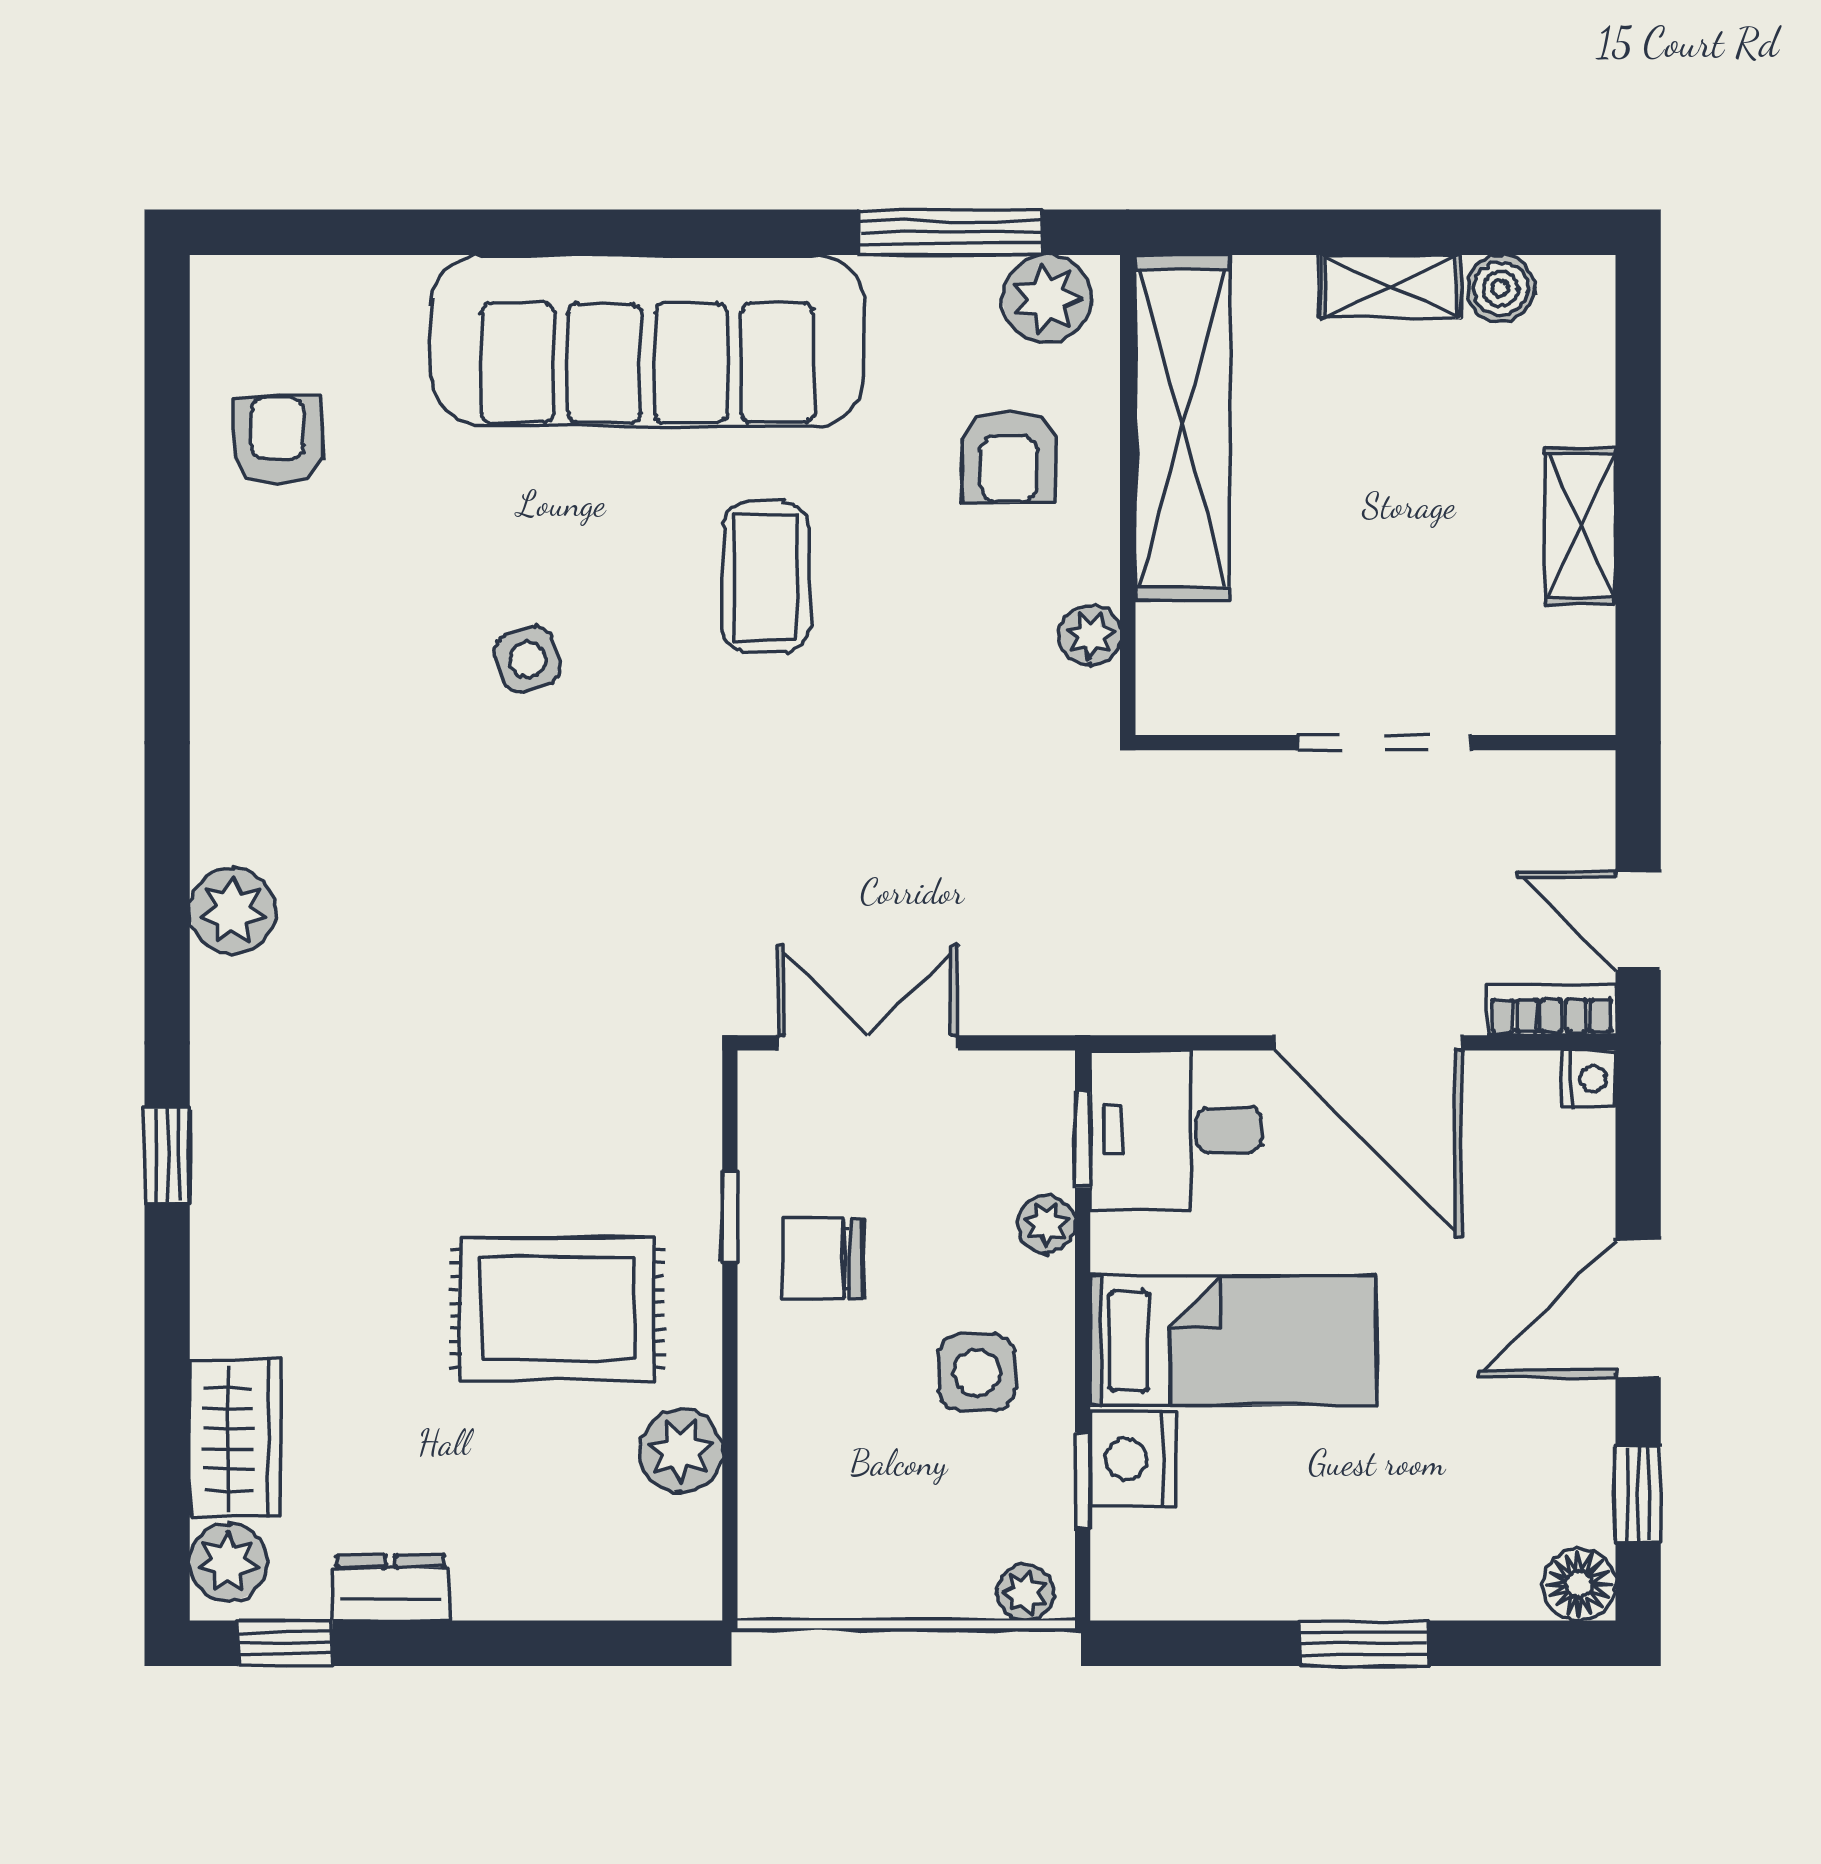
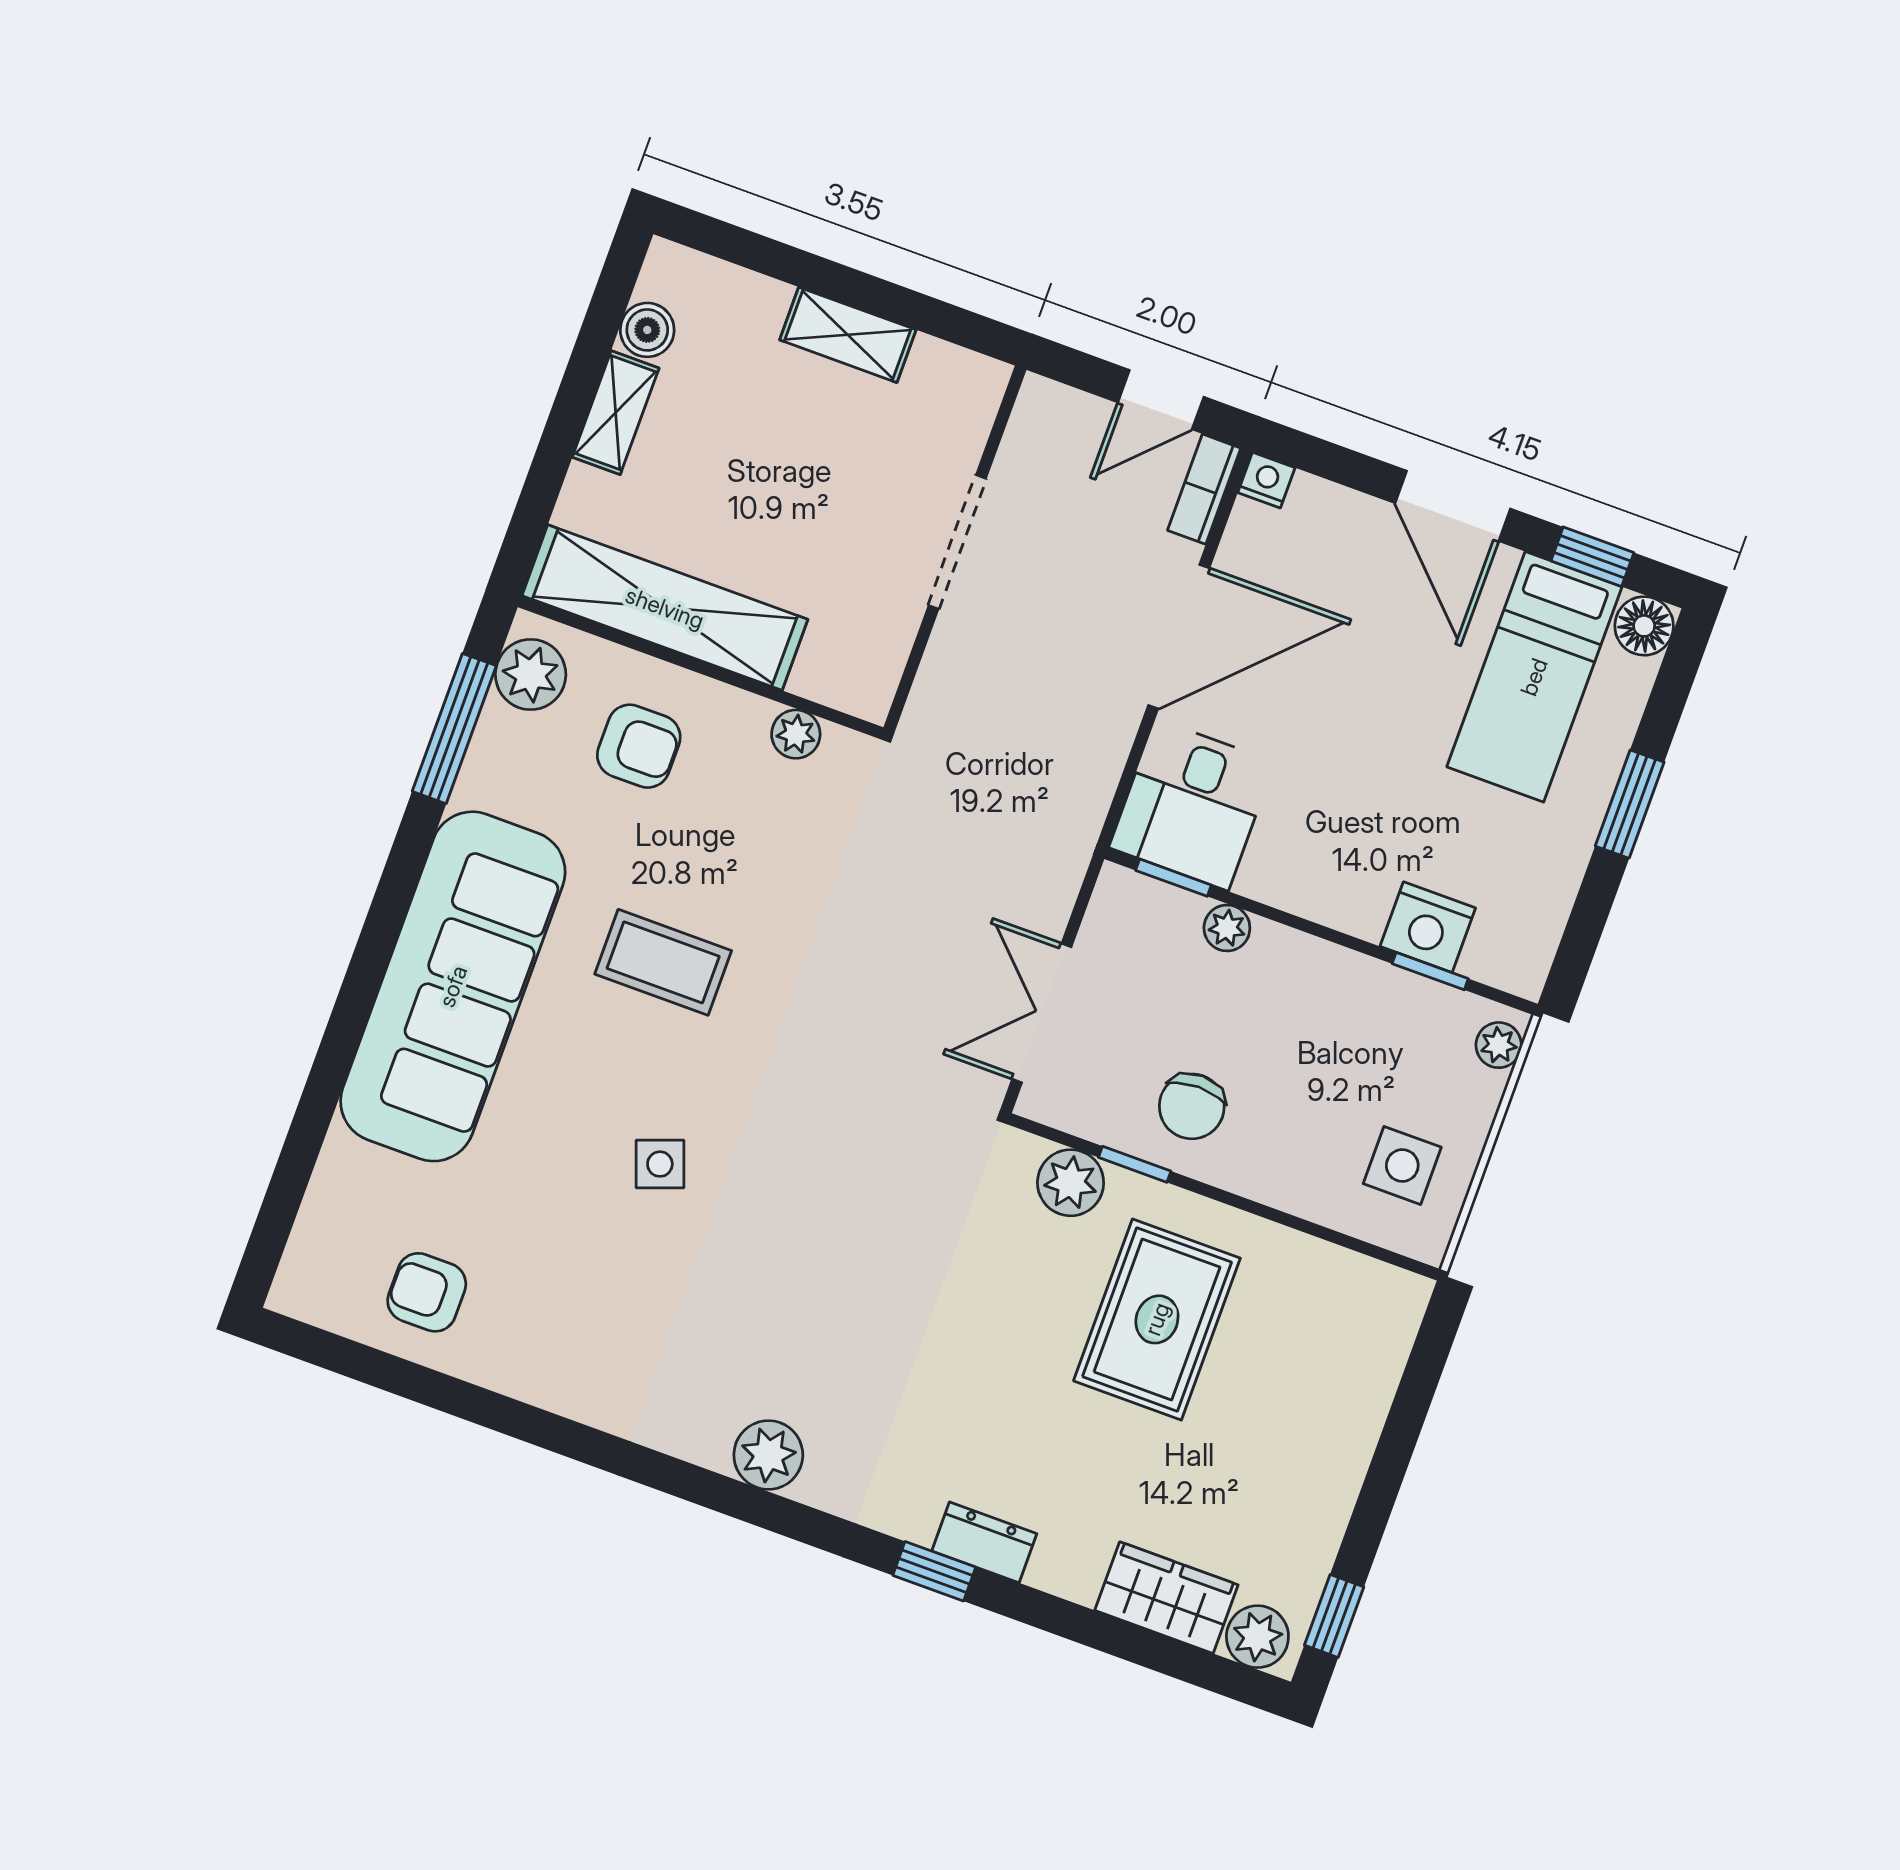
bed: (1233, 1341) -> (1534, 677), moved, turned 180
side table: (977, 1372) -> (1402, 1165), moved
plant: (681, 1451) -> (1071, 1183), moved
dresser: (390, 1588) -> (984, 1542), moved, turned 90

